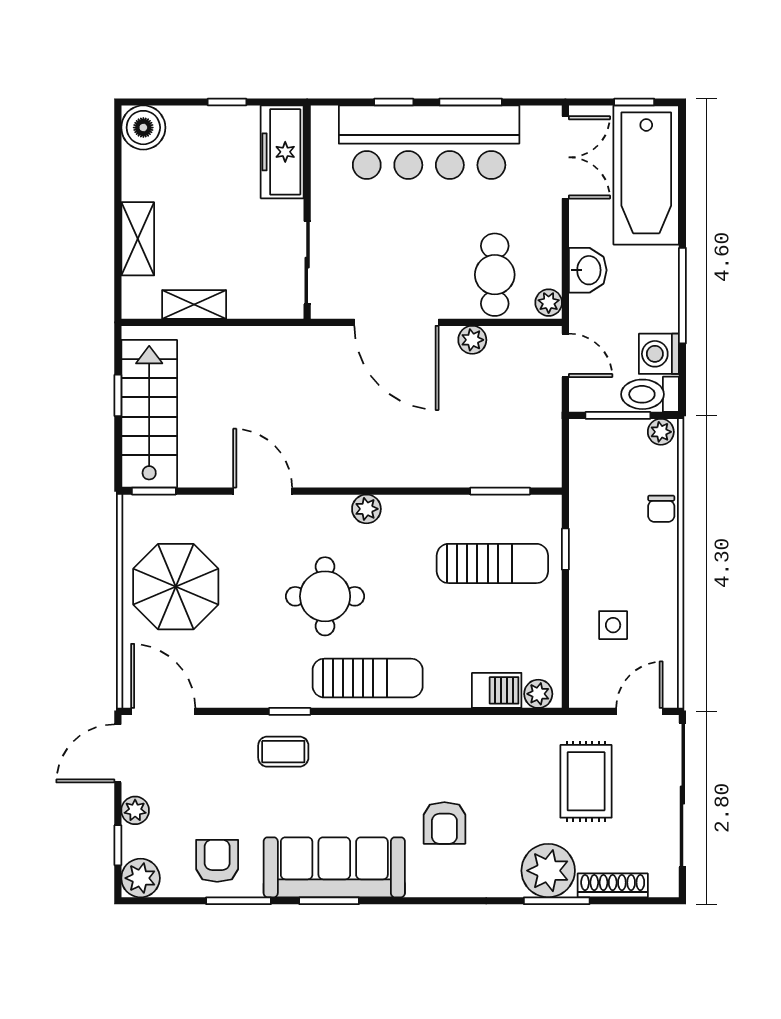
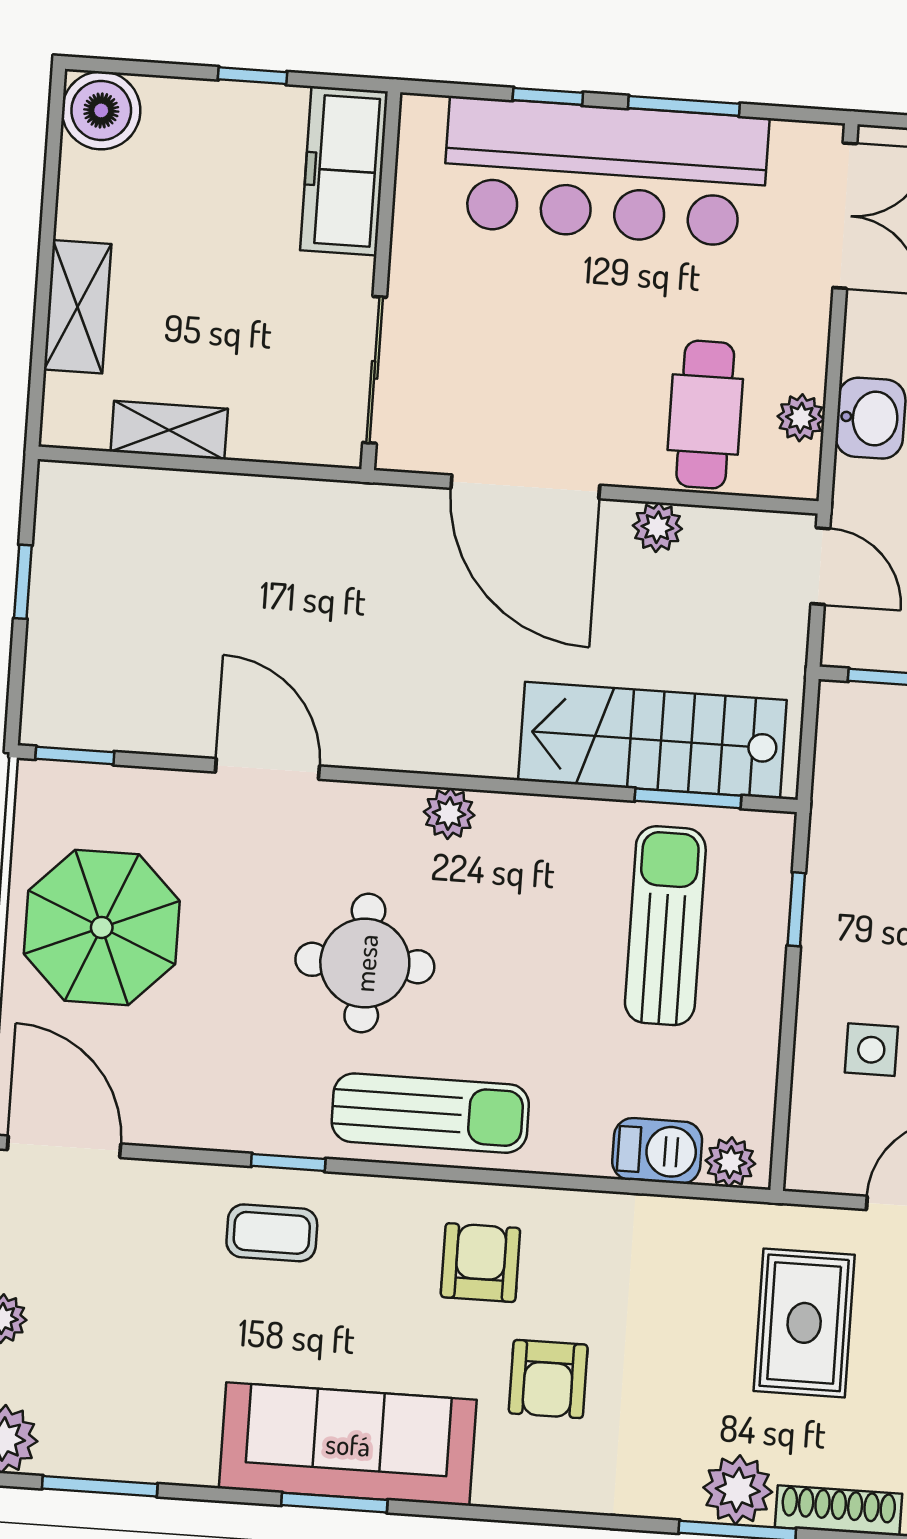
plant: (549, 303) -> (801, 418), moved
stairs: (149, 414) -> (652, 740), moved, turned -90
sun lounger: (492, 563) -> (665, 926), turned -90
armchair: (217, 861) -> (480, 1263), moved
plant: (548, 871) -> (738, 1490), width x0.73, depth x0.73
window: (239, 901) -> (100, 1486), moved

